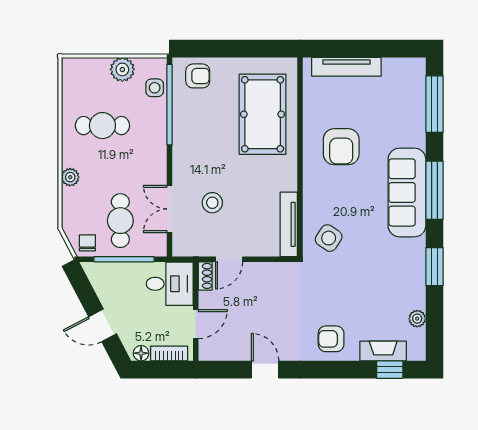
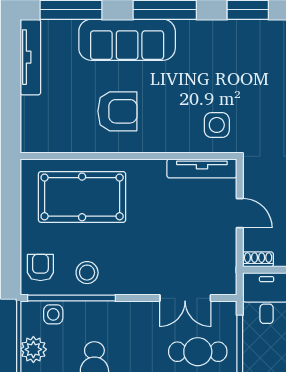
tv unit: (346, 67) -> (30, 57), moved
sofa: (407, 192) -> (127, 40), moved
stool: (212, 203) -> (87, 273), moved
side table: (329, 238) -> (217, 125), turned -34
door: (229, 259) -> (240, 213), moved

